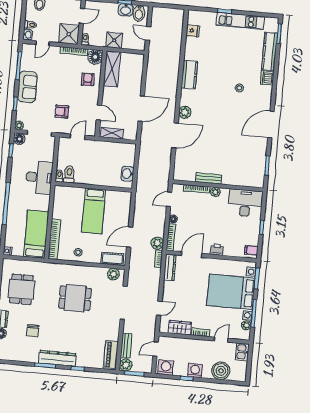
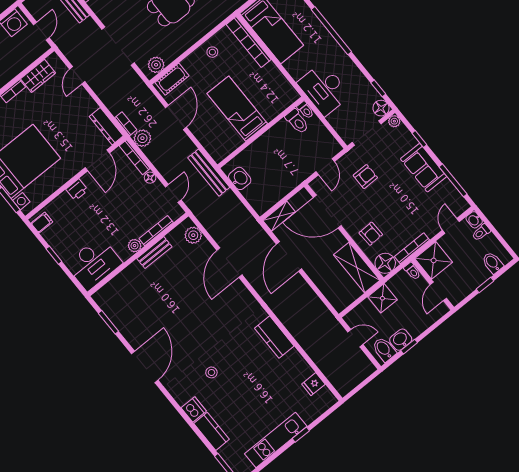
kitchen counter: (270, 51) -> (211, 431), width x0.67
plant: (185, 112) -> (193, 235), moved
door: (99, 113) -> (327, 212), width x1.87
shelving: (112, 133) -> (279, 216), moved
bench: (140, 192) -> (209, 173), added

